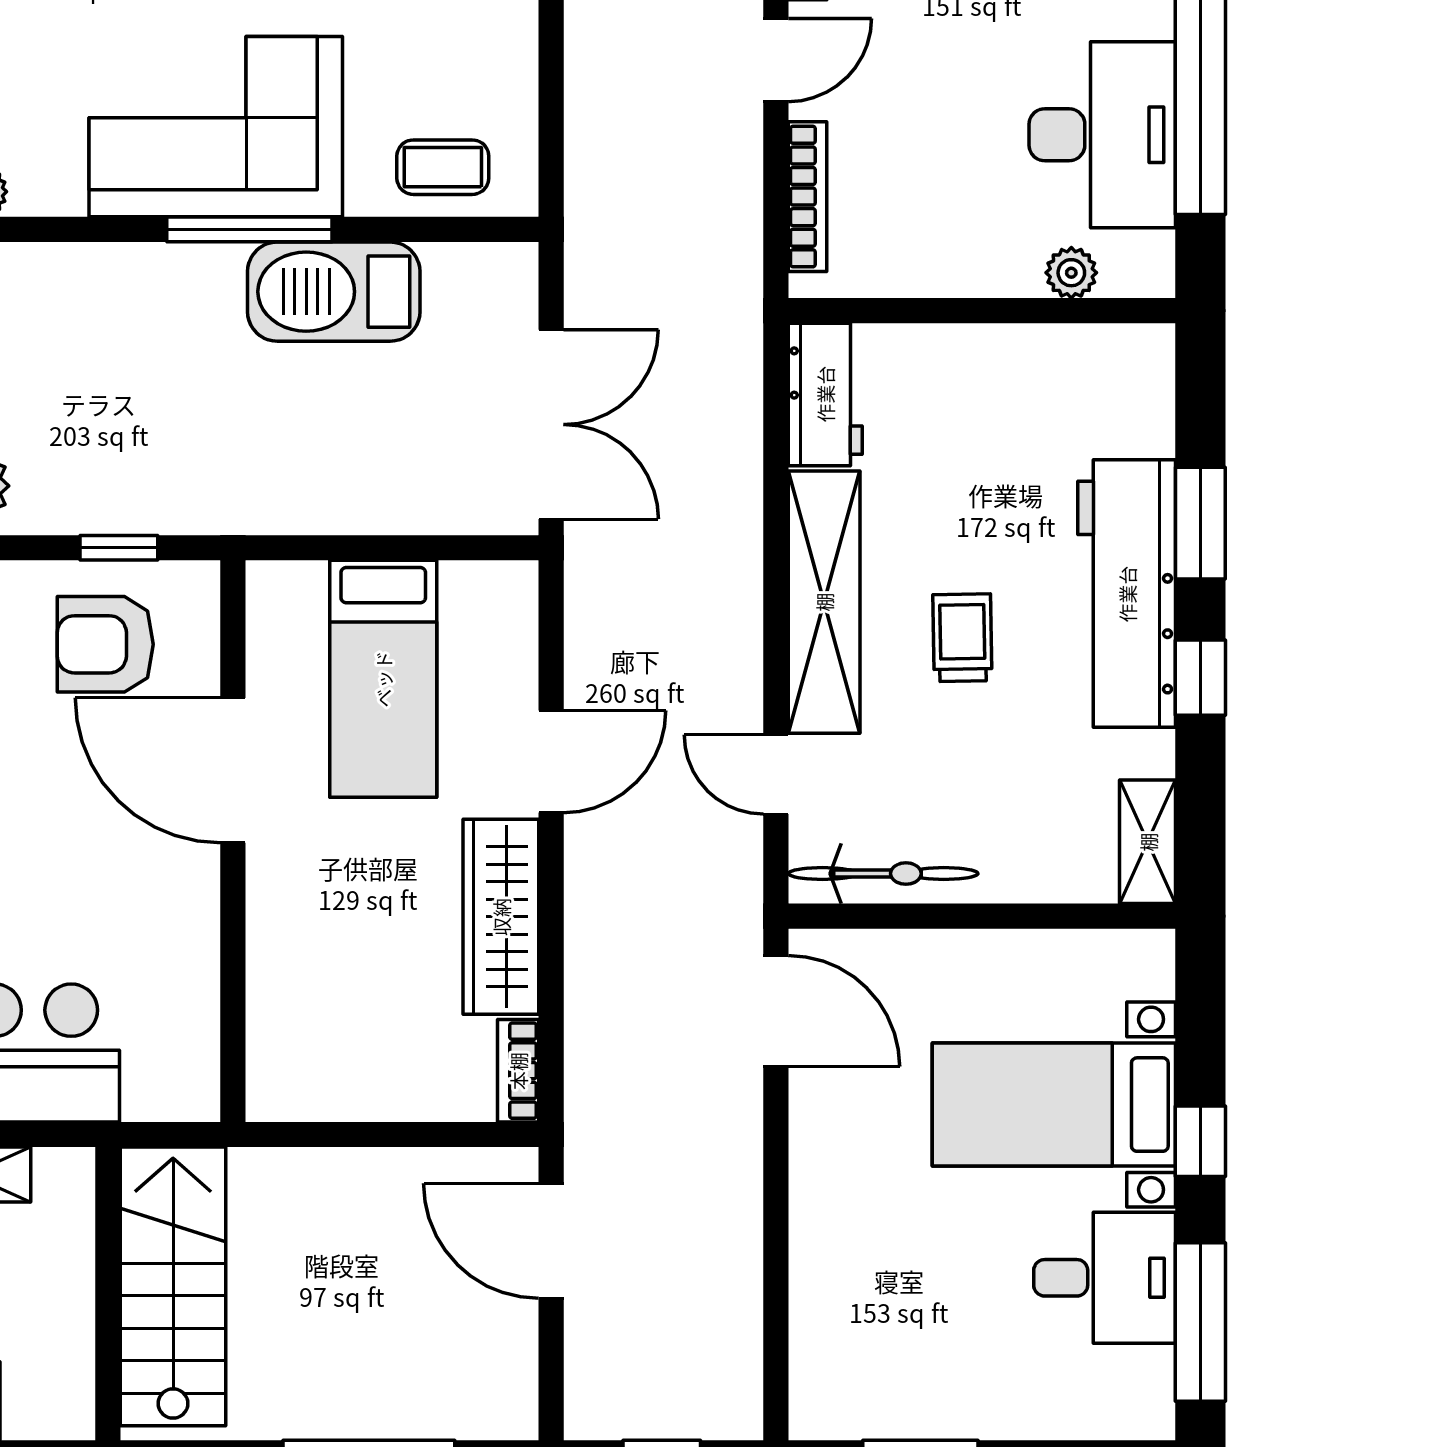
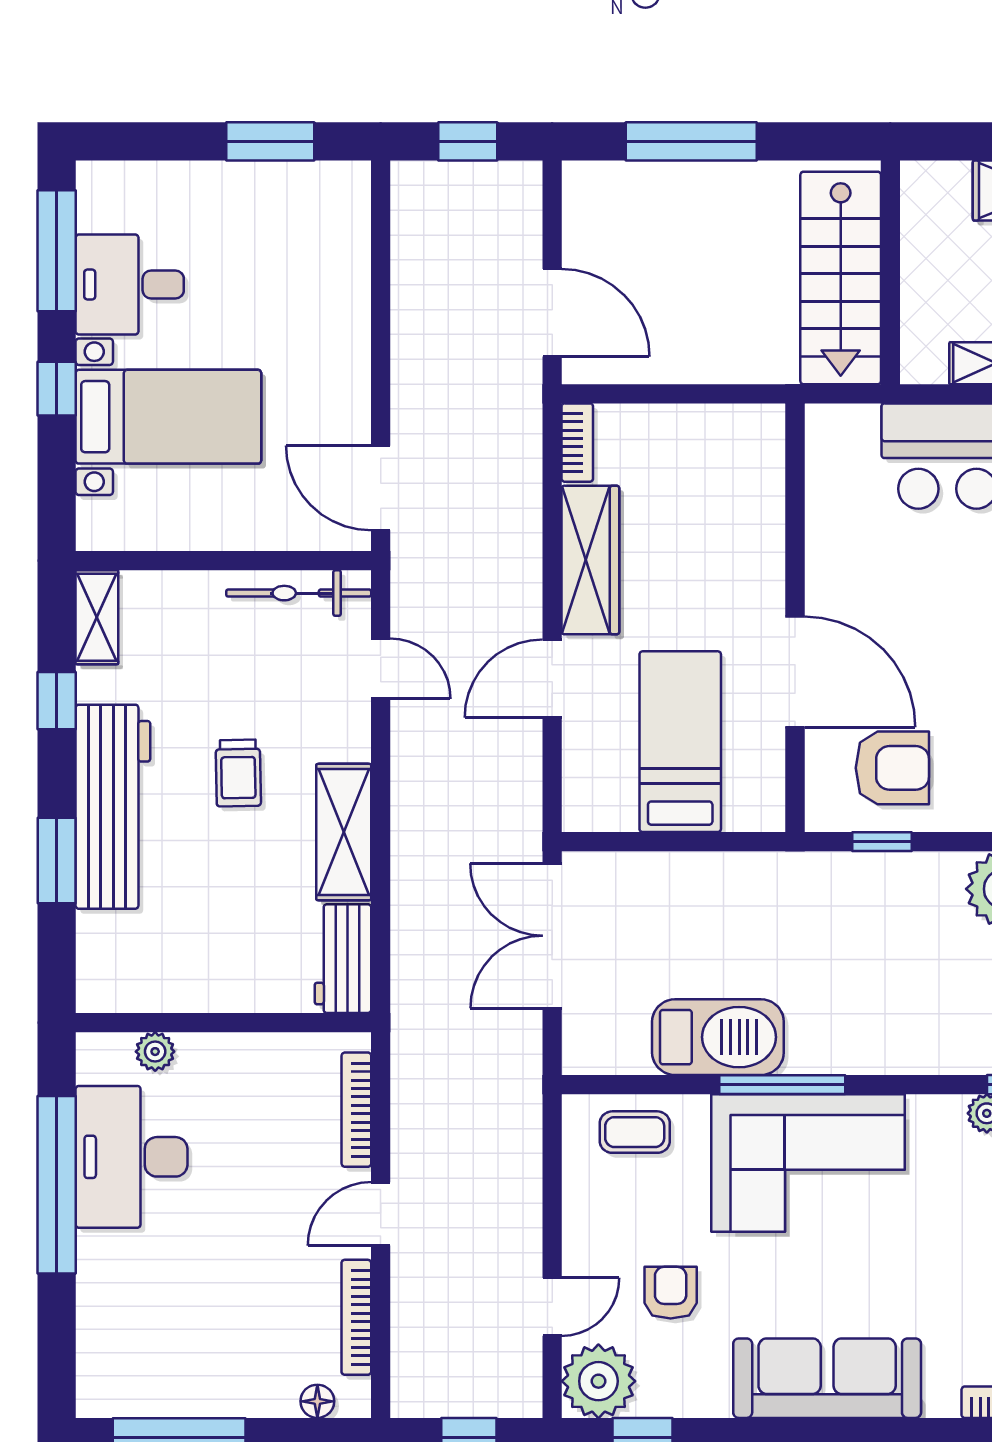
shelving: (824, 602) -> (344, 832), width x0.68
window: (1200, 678) -> (57, 701), moved

